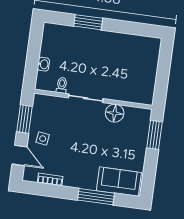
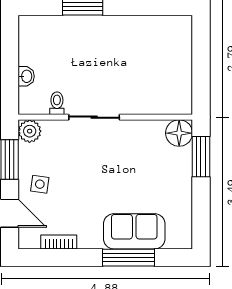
plant: (41, 102) -> (30, 131), added
floor lamp: (115, 113) -> (179, 133), moved
sofa: (119, 182) -> (134, 231), moved

